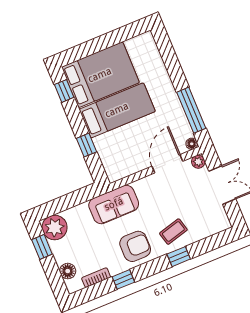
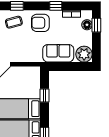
sofa: (114, 204) -> (58, 53), moved
window: (42, 247) -> (96, 25), moved

